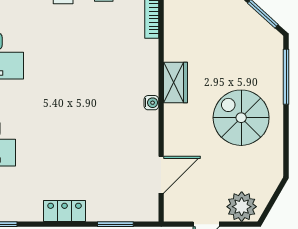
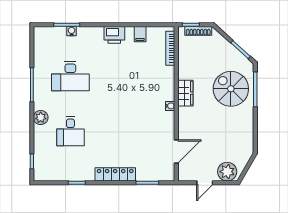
spiral stairs: (241, 118) -> (231, 89), moved
locker: (65, 211) -> (115, 174), width x1.53

